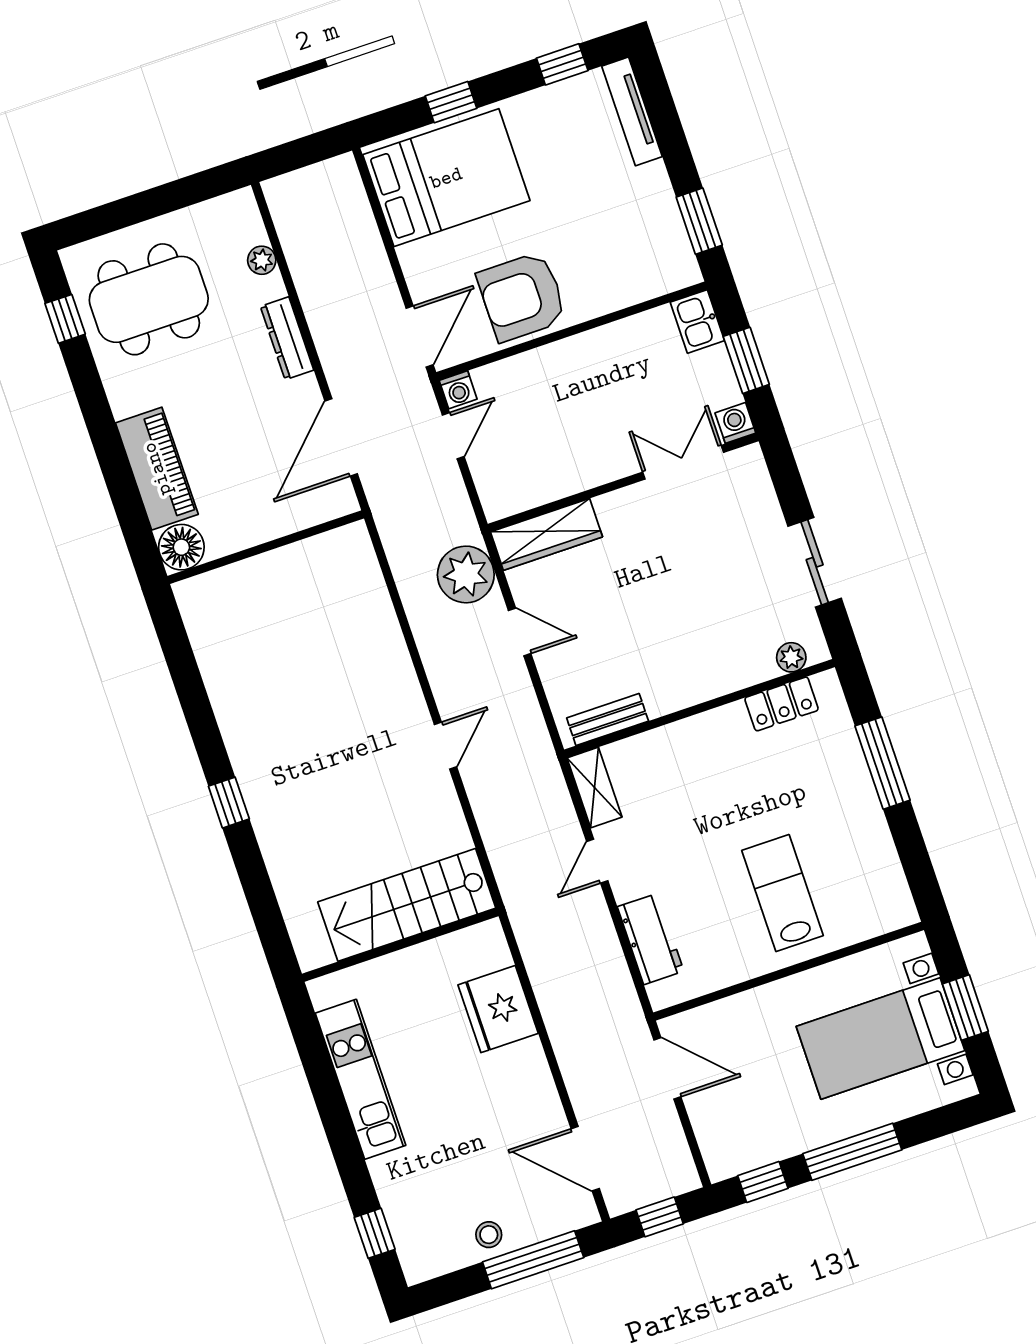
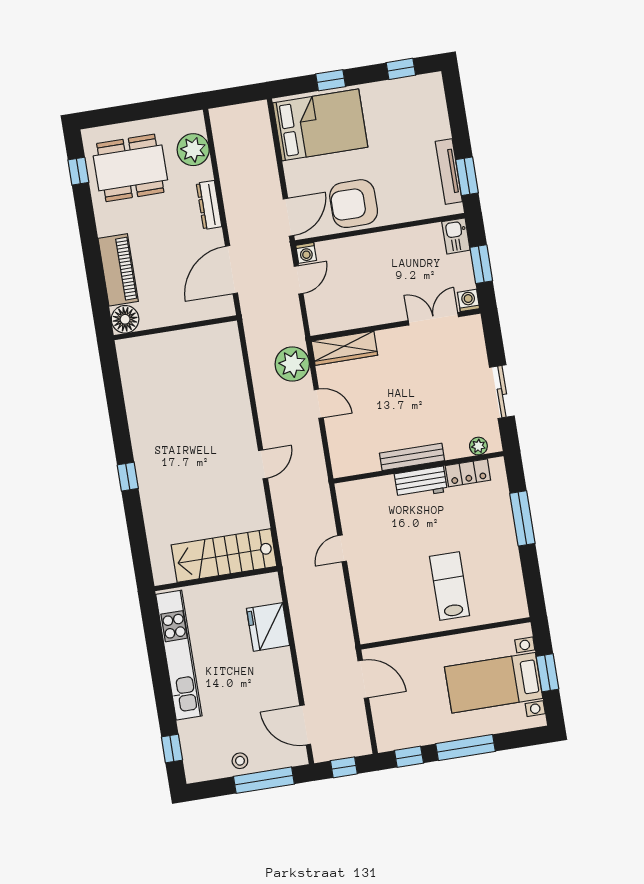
tv unit: (632, 111) -> (449, 172), moved
plant: (262, 260) -> (193, 150), width x1.88, depth x1.88
bench: (608, 720) -> (412, 457), moved, width x1.36
shelving: (594, 788) -> (348, 504), removed
workbench: (651, 939) -> (421, 483), moved, turned 90
kitchen unit: (360, 1079) -> (179, 655), width x1.36

